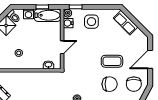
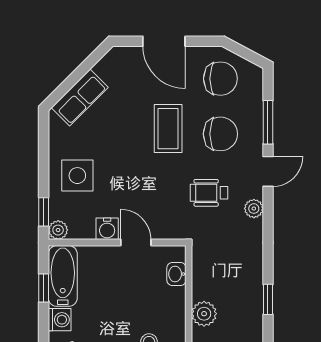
water cooler: (68, 23) -> (107, 229), moved
plant: (31, 77) -> (204, 314), added
wheelchair: (84, 79) -> (209, 193), added
chair: (110, 84) -> (220, 134), turned 90

